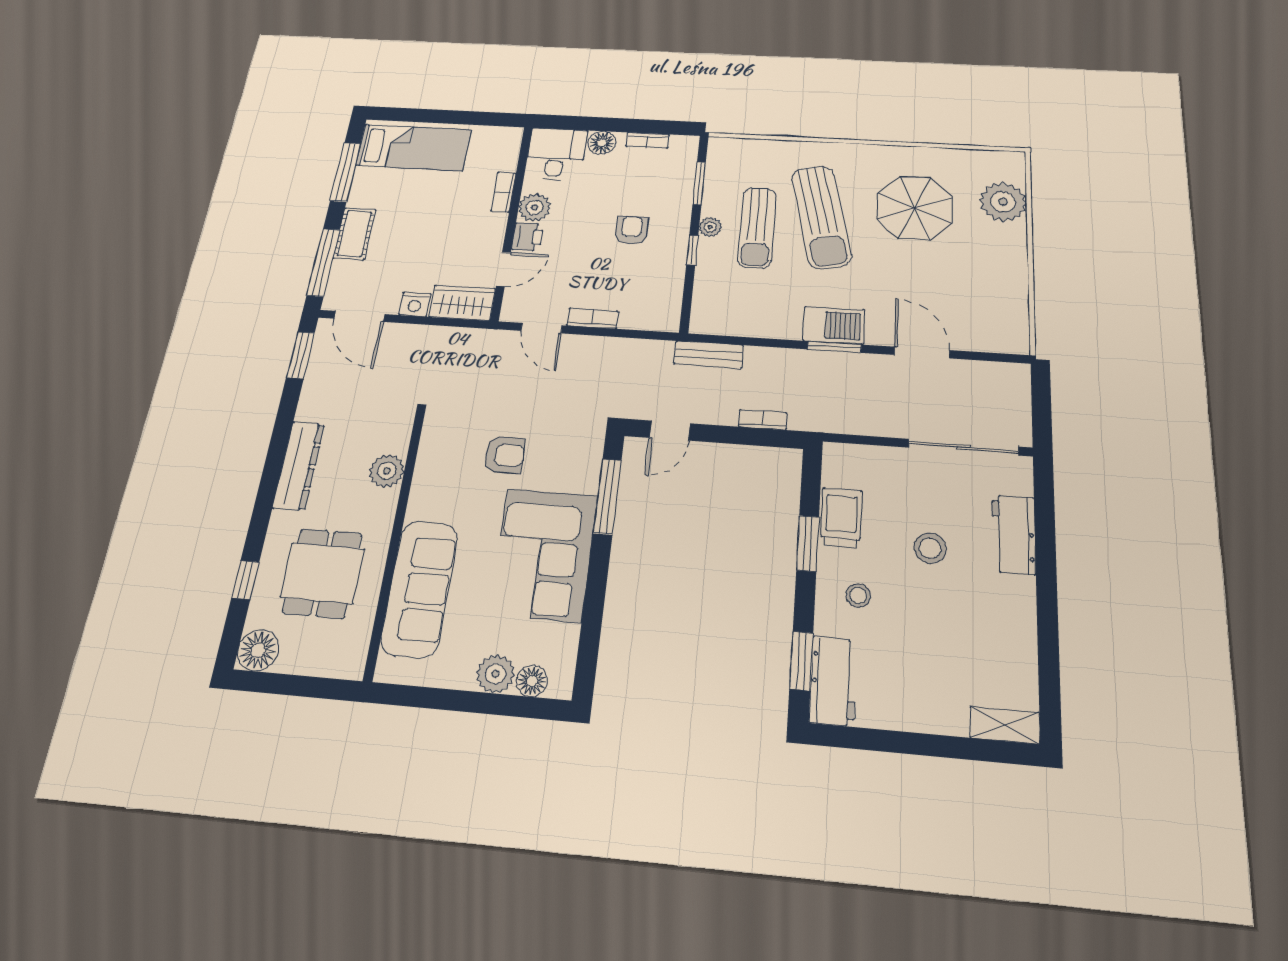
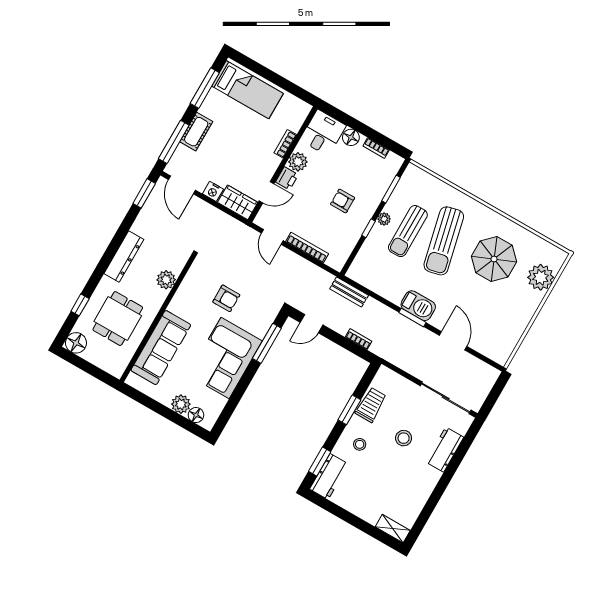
armchair: (631, 230) -> (343, 201), turned -90
bookcase: (593, 318) -> (307, 248), width x1.56

